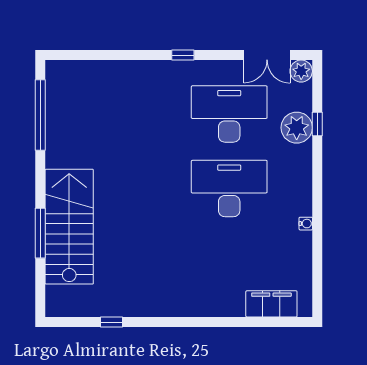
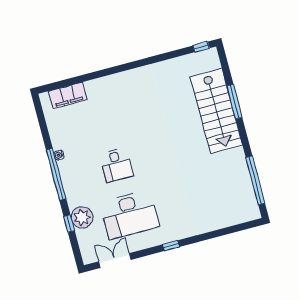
plant: (301, 71) -> (89, 256), removed
desk: (229, 189) -> (116, 165), width x0.53, depth x0.77
window: (317, 198) -> (56, 174), added
window: (111, 322) -> (201, 47), moved

